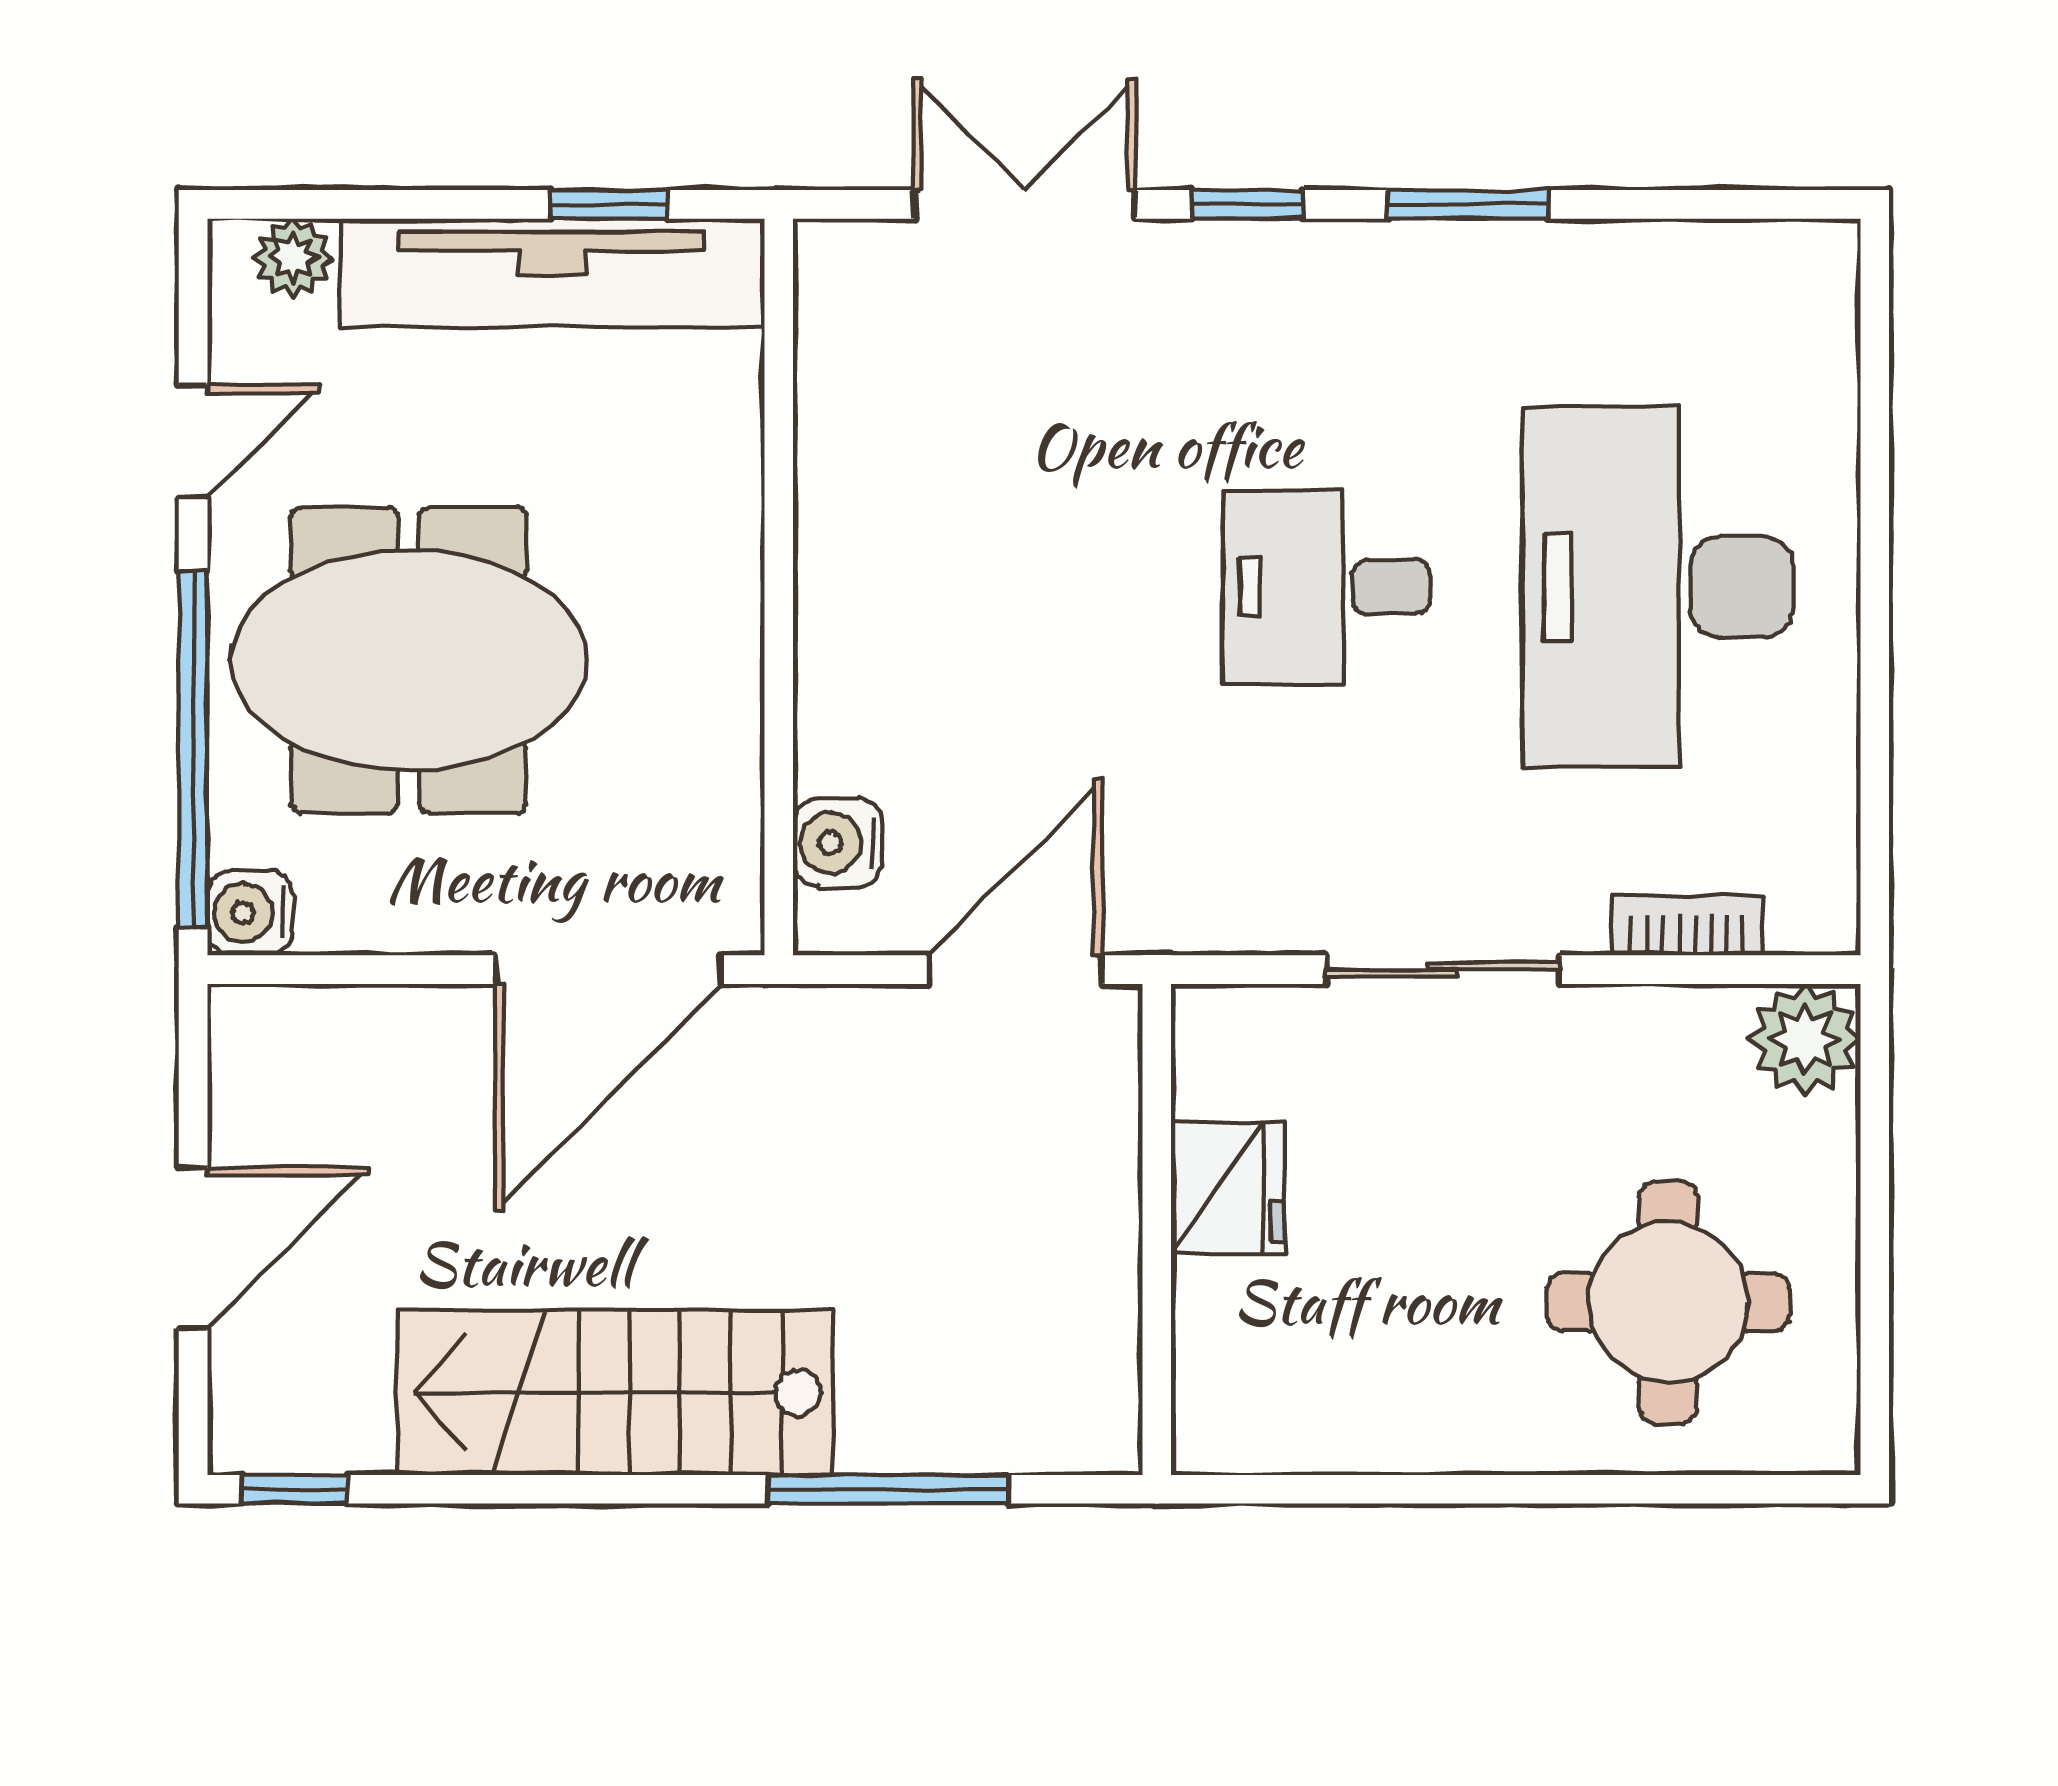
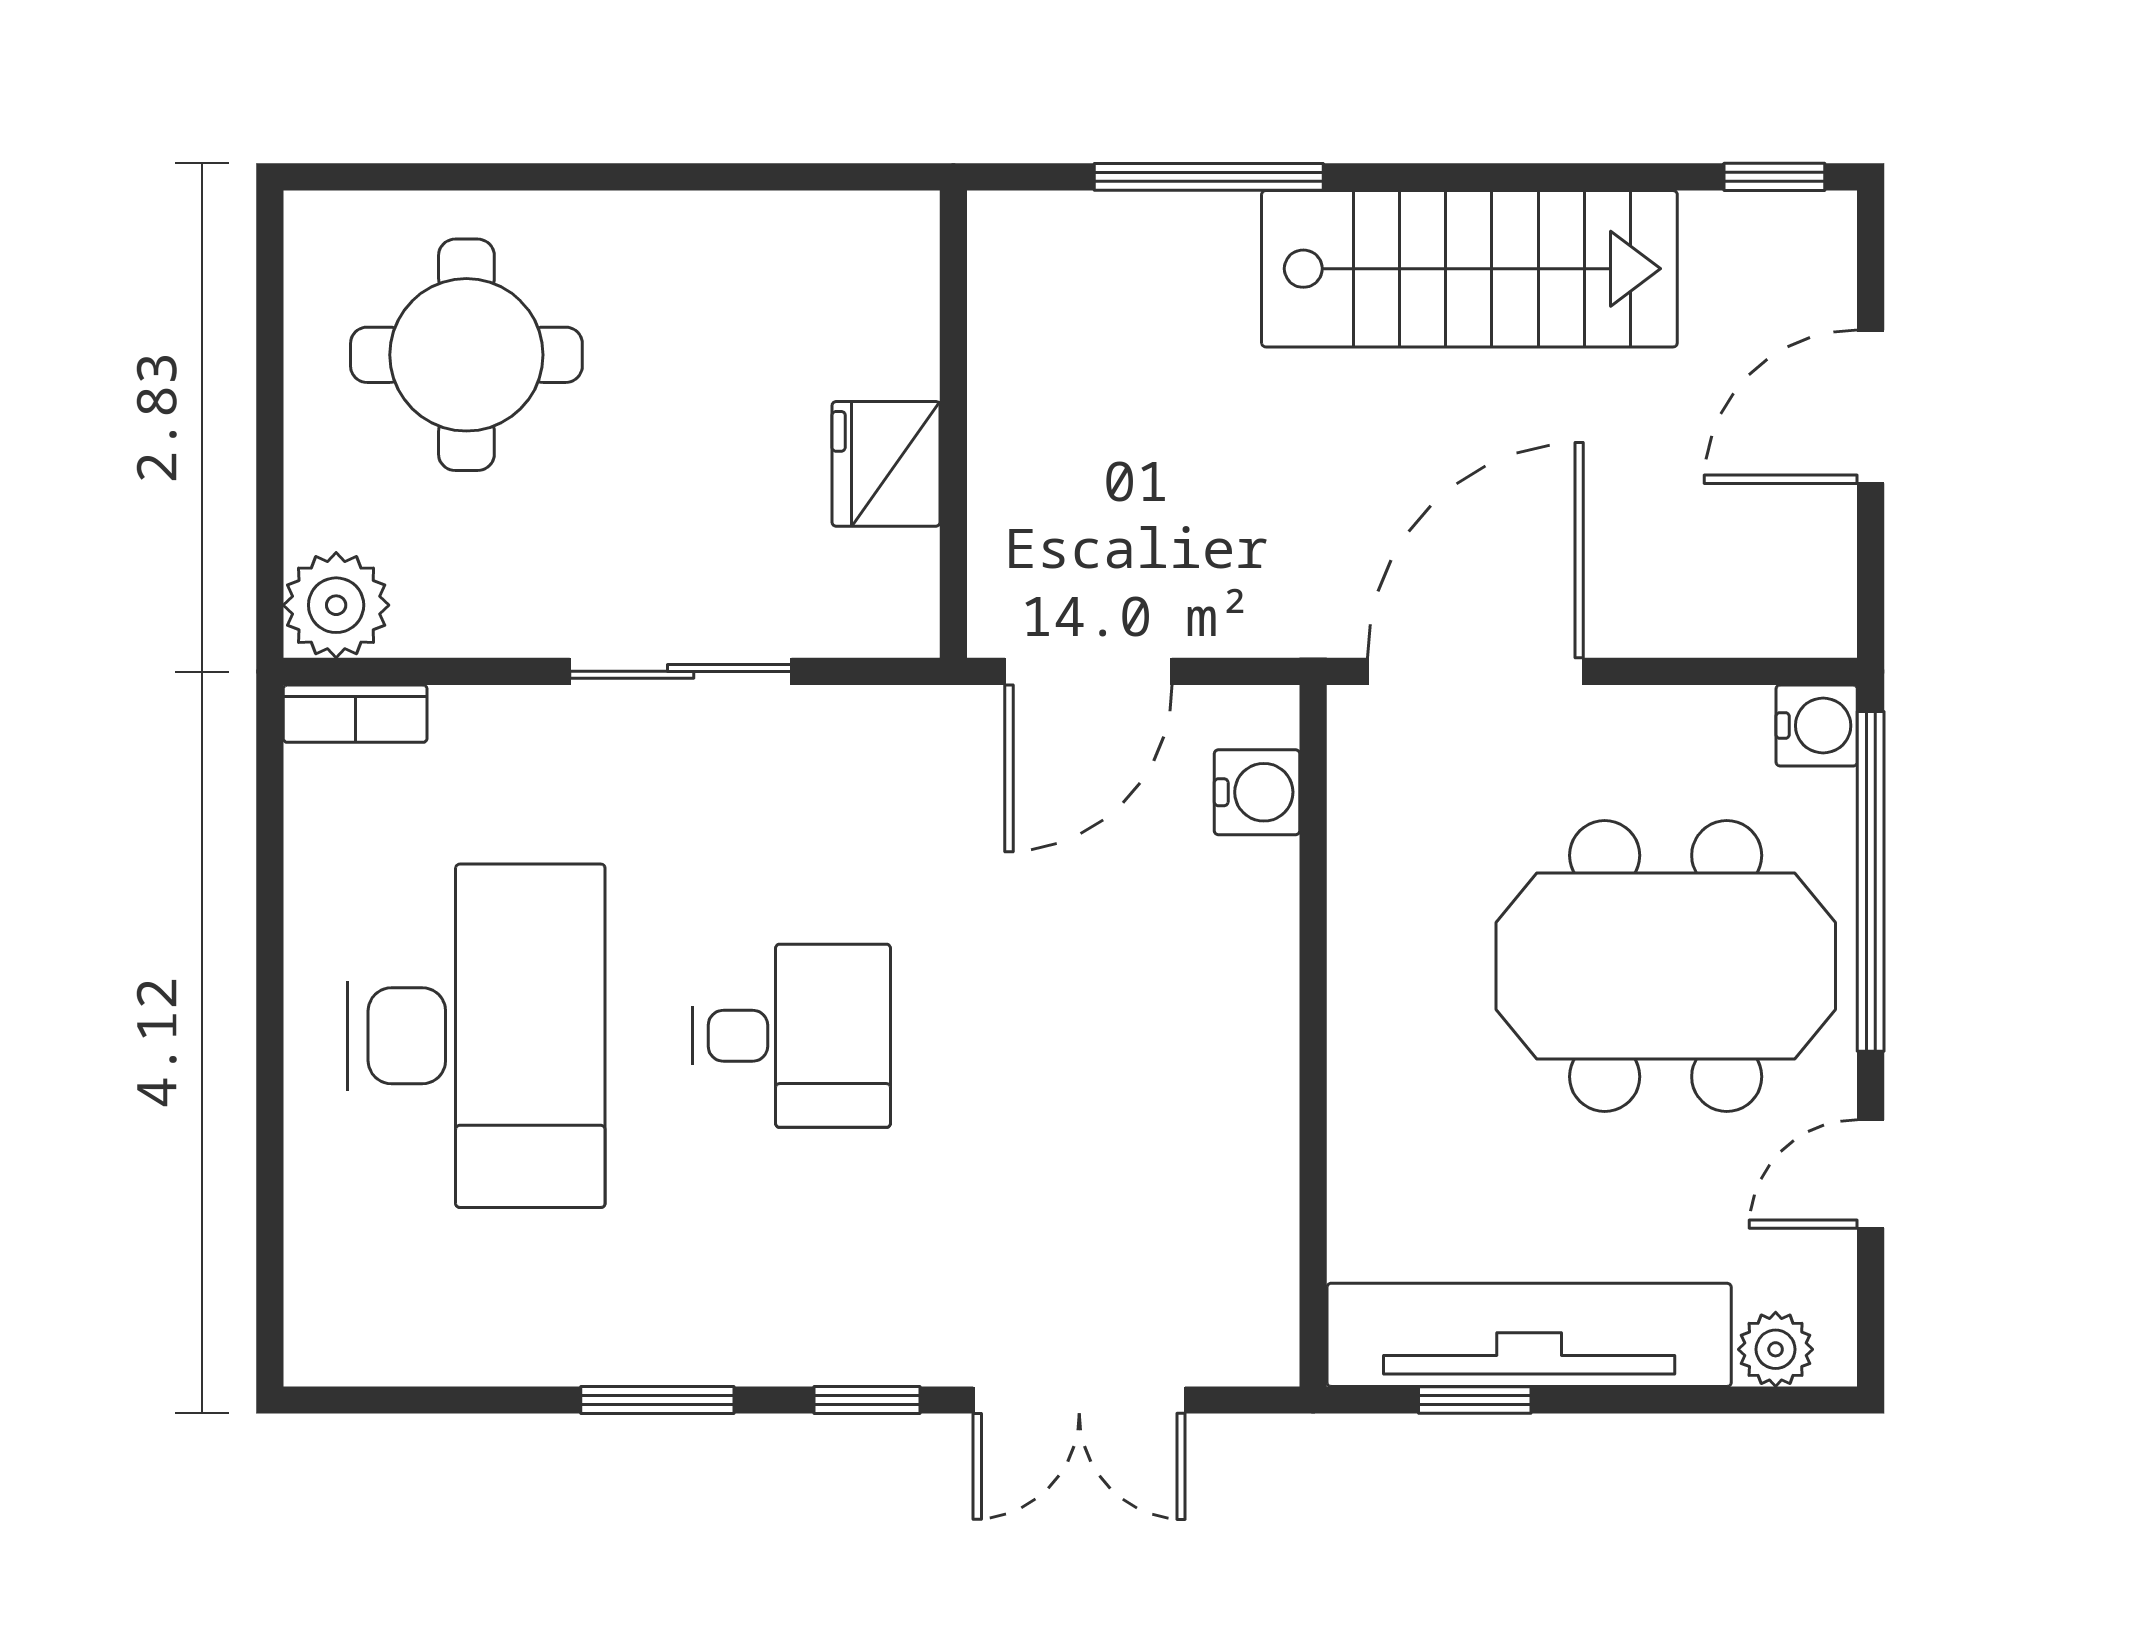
bookcase: (1687, 925) -> (355, 714), moved

